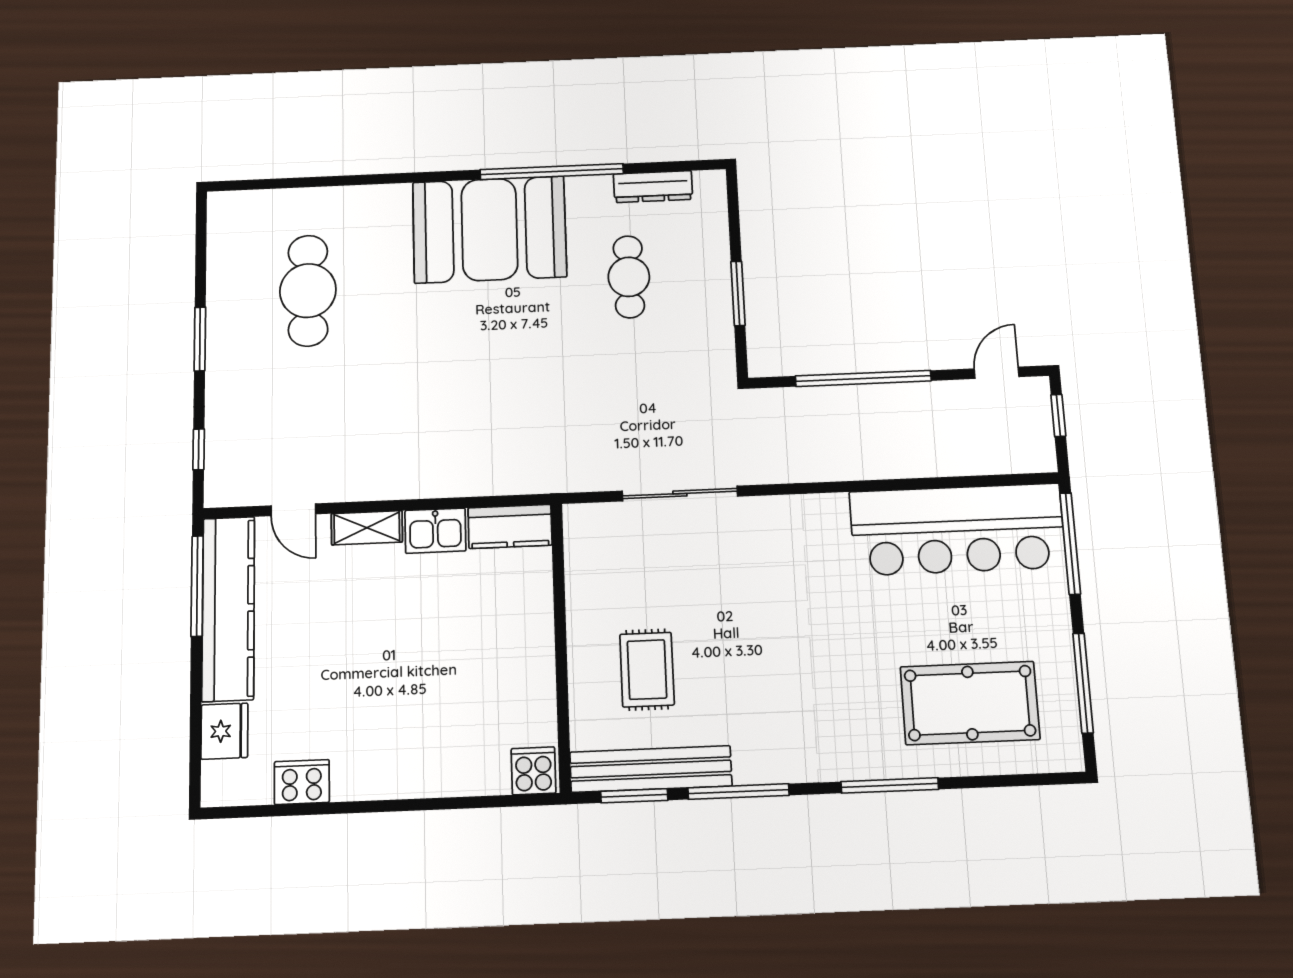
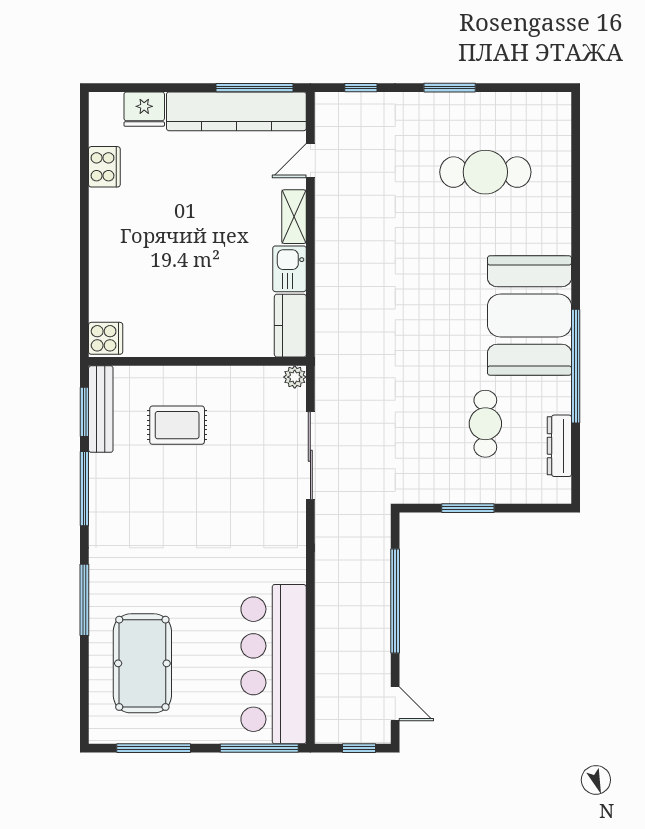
cafe table: (629, 277) -> (485, 424), turned 90
plant: (577, 518) -> (295, 377), added
bench: (651, 769) -> (101, 409), width x0.73, depth x0.82

